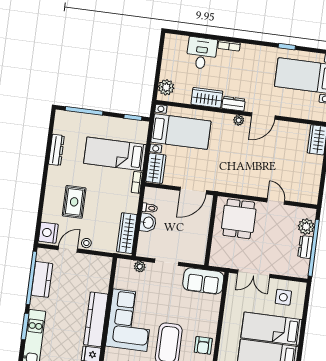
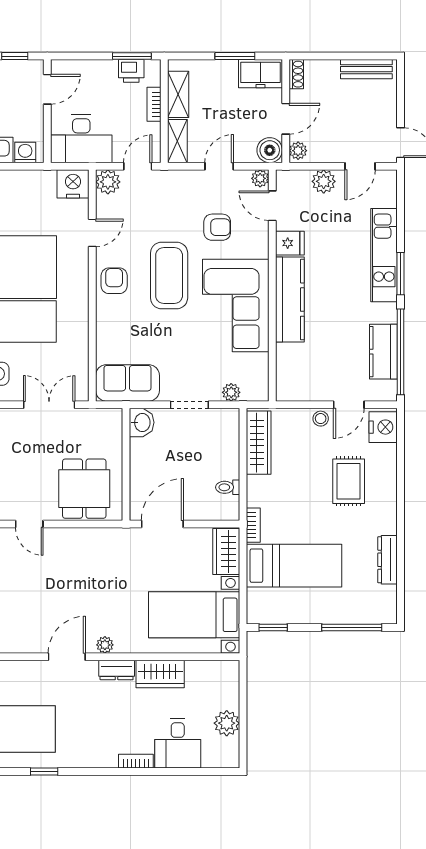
plant: (166, 87) -> (227, 723), moved
washbasin: (148, 223) -> (142, 422), moved, turned 180

